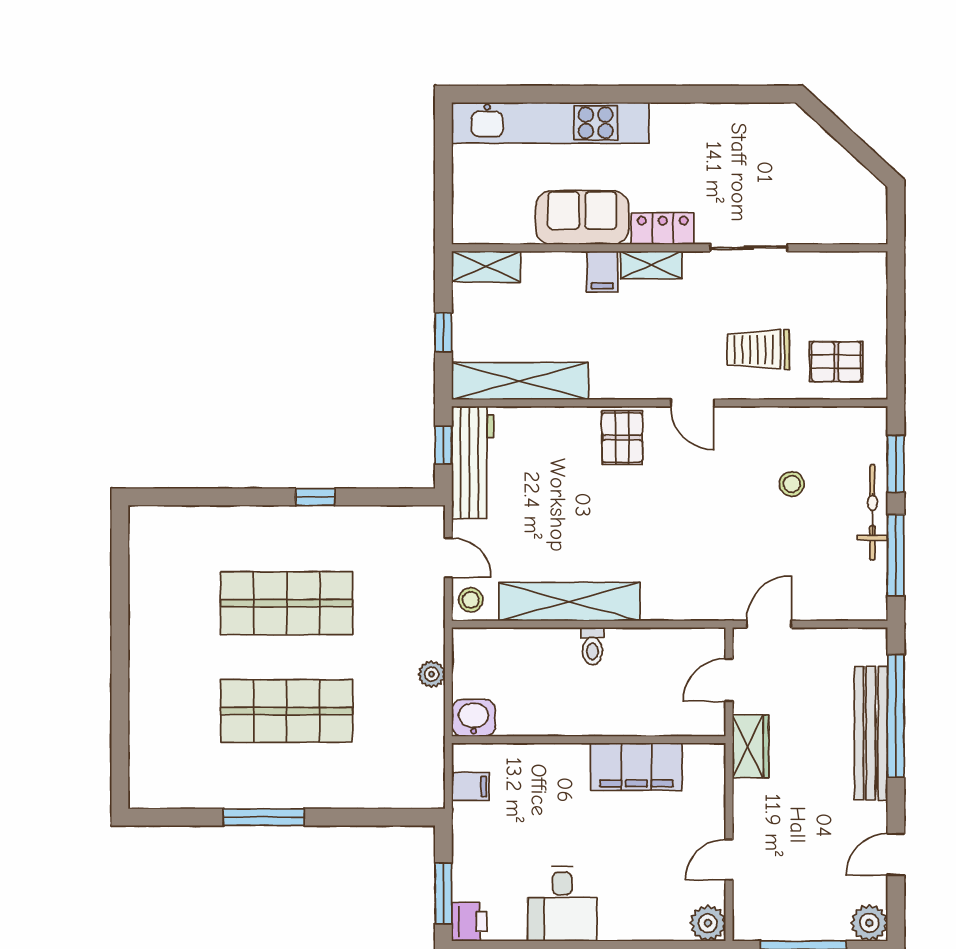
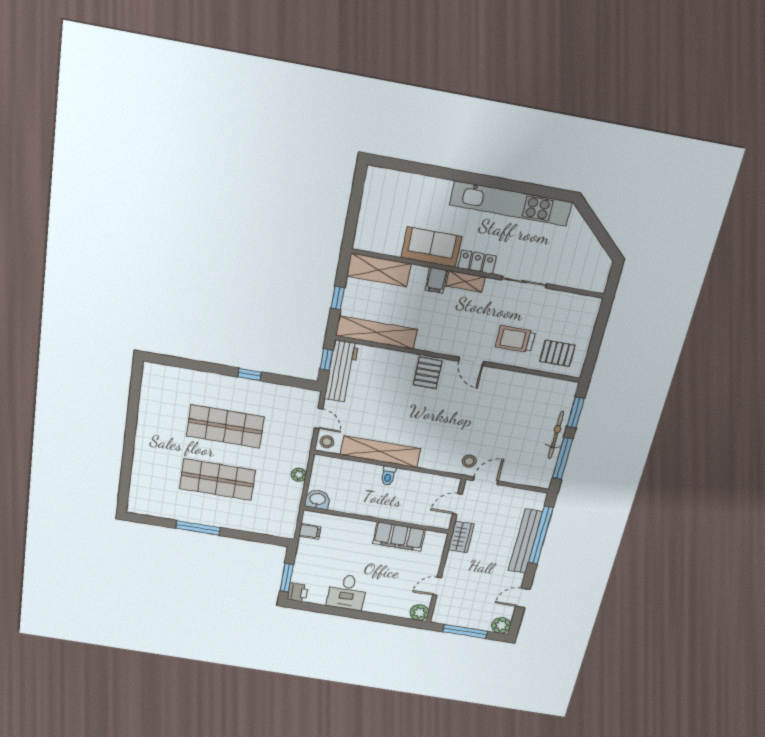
kitchen unit: (550, 123) -> (511, 204), moved
shelving: (486, 266) -> (379, 270), width x1.50, depth x1.33
stool: (792, 484) -> (469, 461), moved

